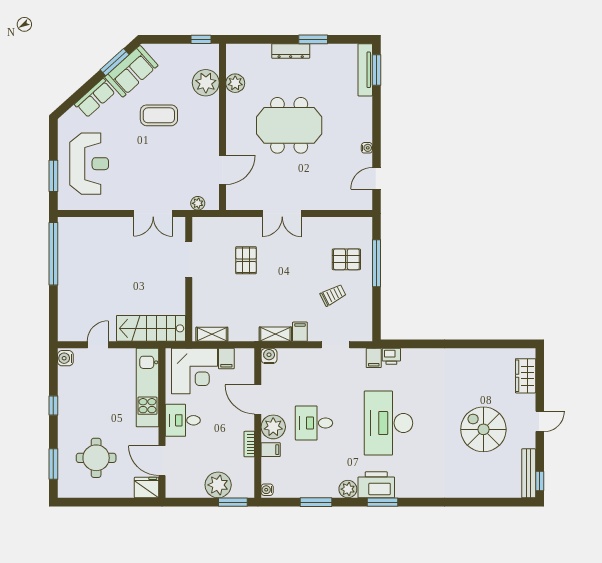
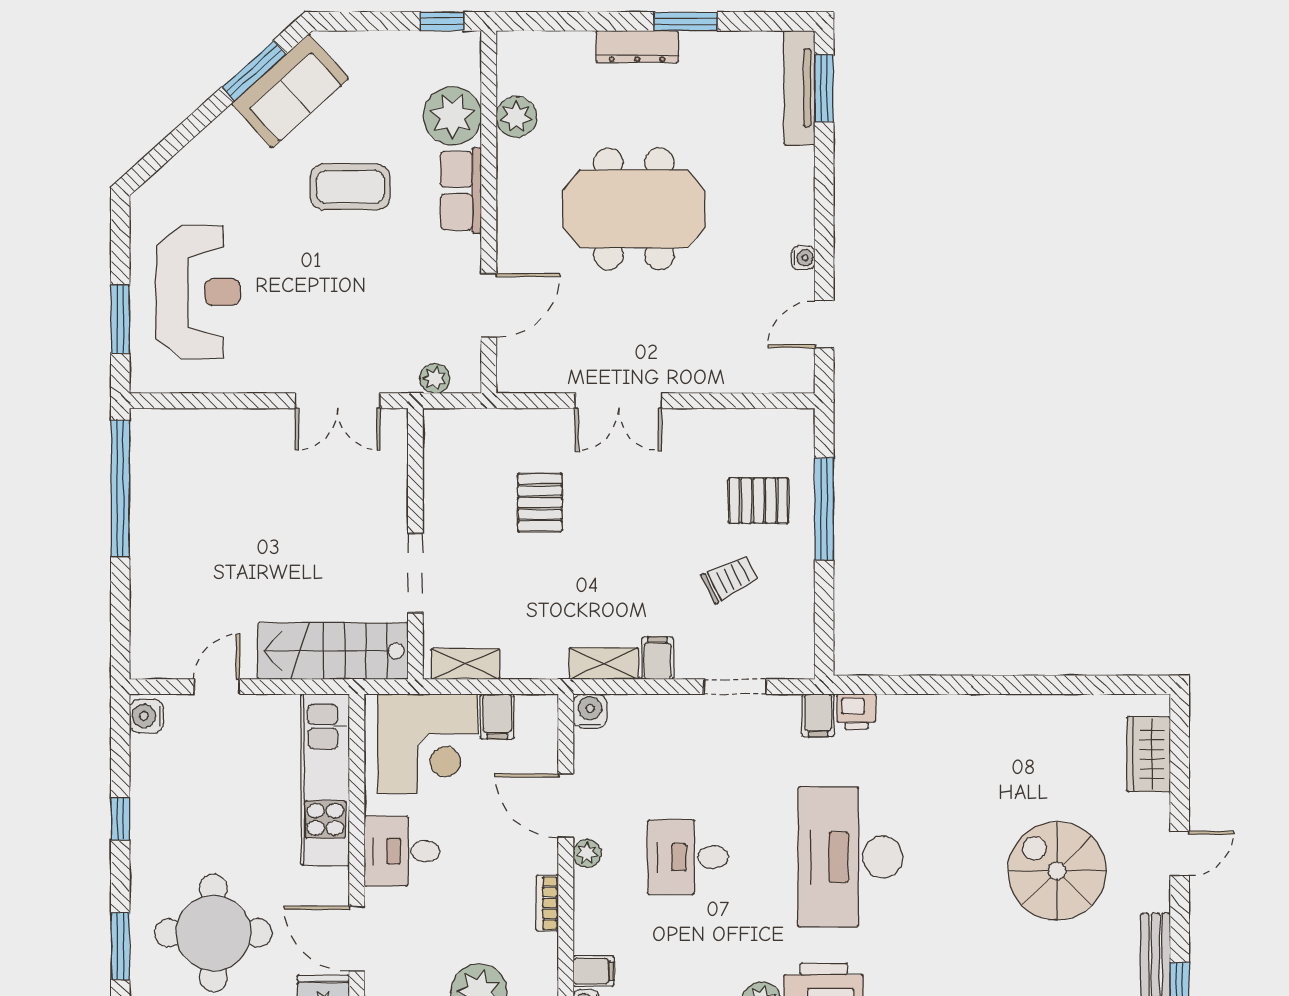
row of seats: (95, 98) -> (461, 191), moved, turned 132
doorway: (189, 259) -> (415, 573), moved
plant: (273, 427) -> (587, 853), width x0.53, depth x0.53
filing cabinet: (271, 450) -> (594, 971), moved
round table: (96, 458) -> (213, 933), width x1.36, depth x1.36

